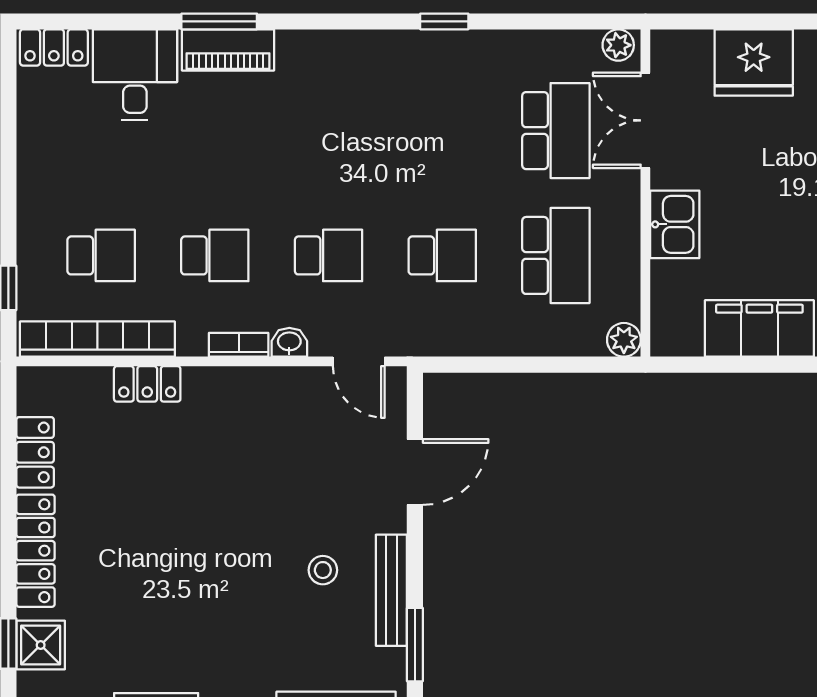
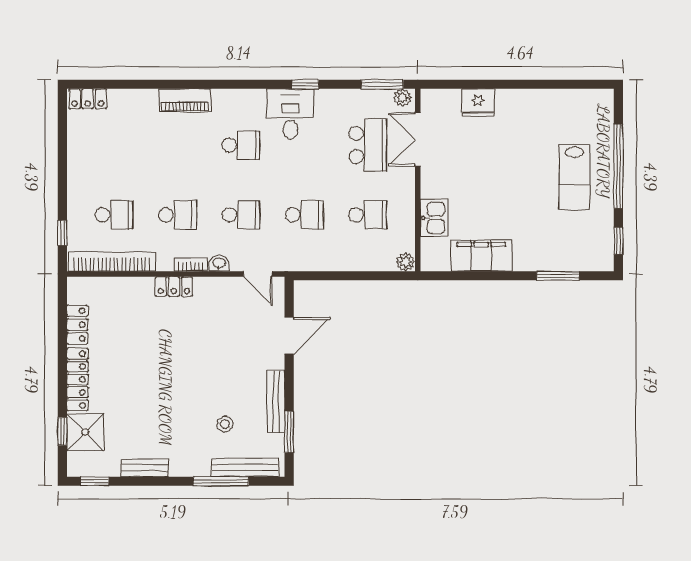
window: (219, 21) -> (382, 84), moved
fridge: (754, 63) -> (478, 103), width x0.73, depth x0.75
desk: (135, 75) -> (290, 114), moved
school desk: (329, 131) -> (241, 145), added
kitchen sink: (675, 224) -> (434, 218), moved
school desk: (556, 255) -> (368, 215), width x0.54
locker: (147, 384) -> (174, 286), moved
stool: (323, 570) -> (225, 424), moved
shower: (41, 645) -> (85, 432), width x1.36, depth x1.36

